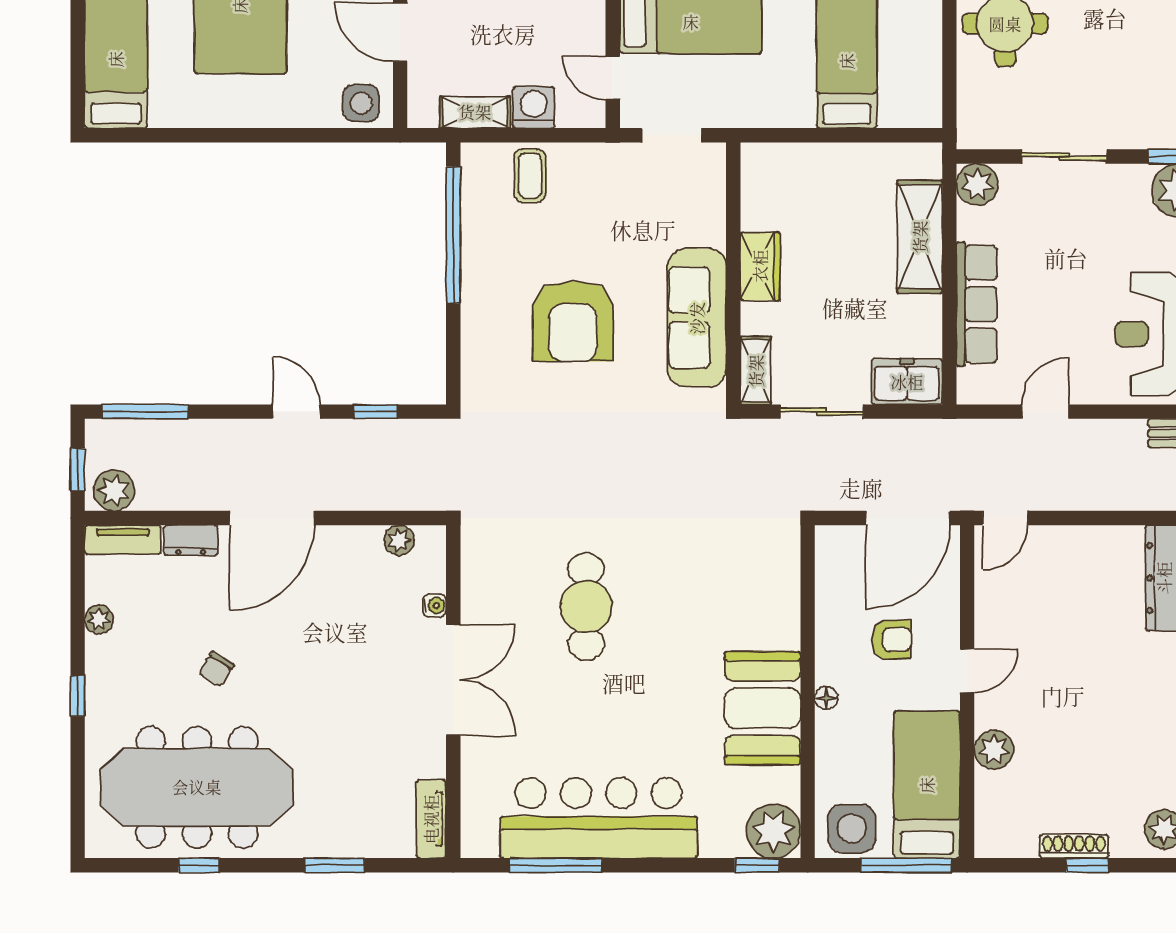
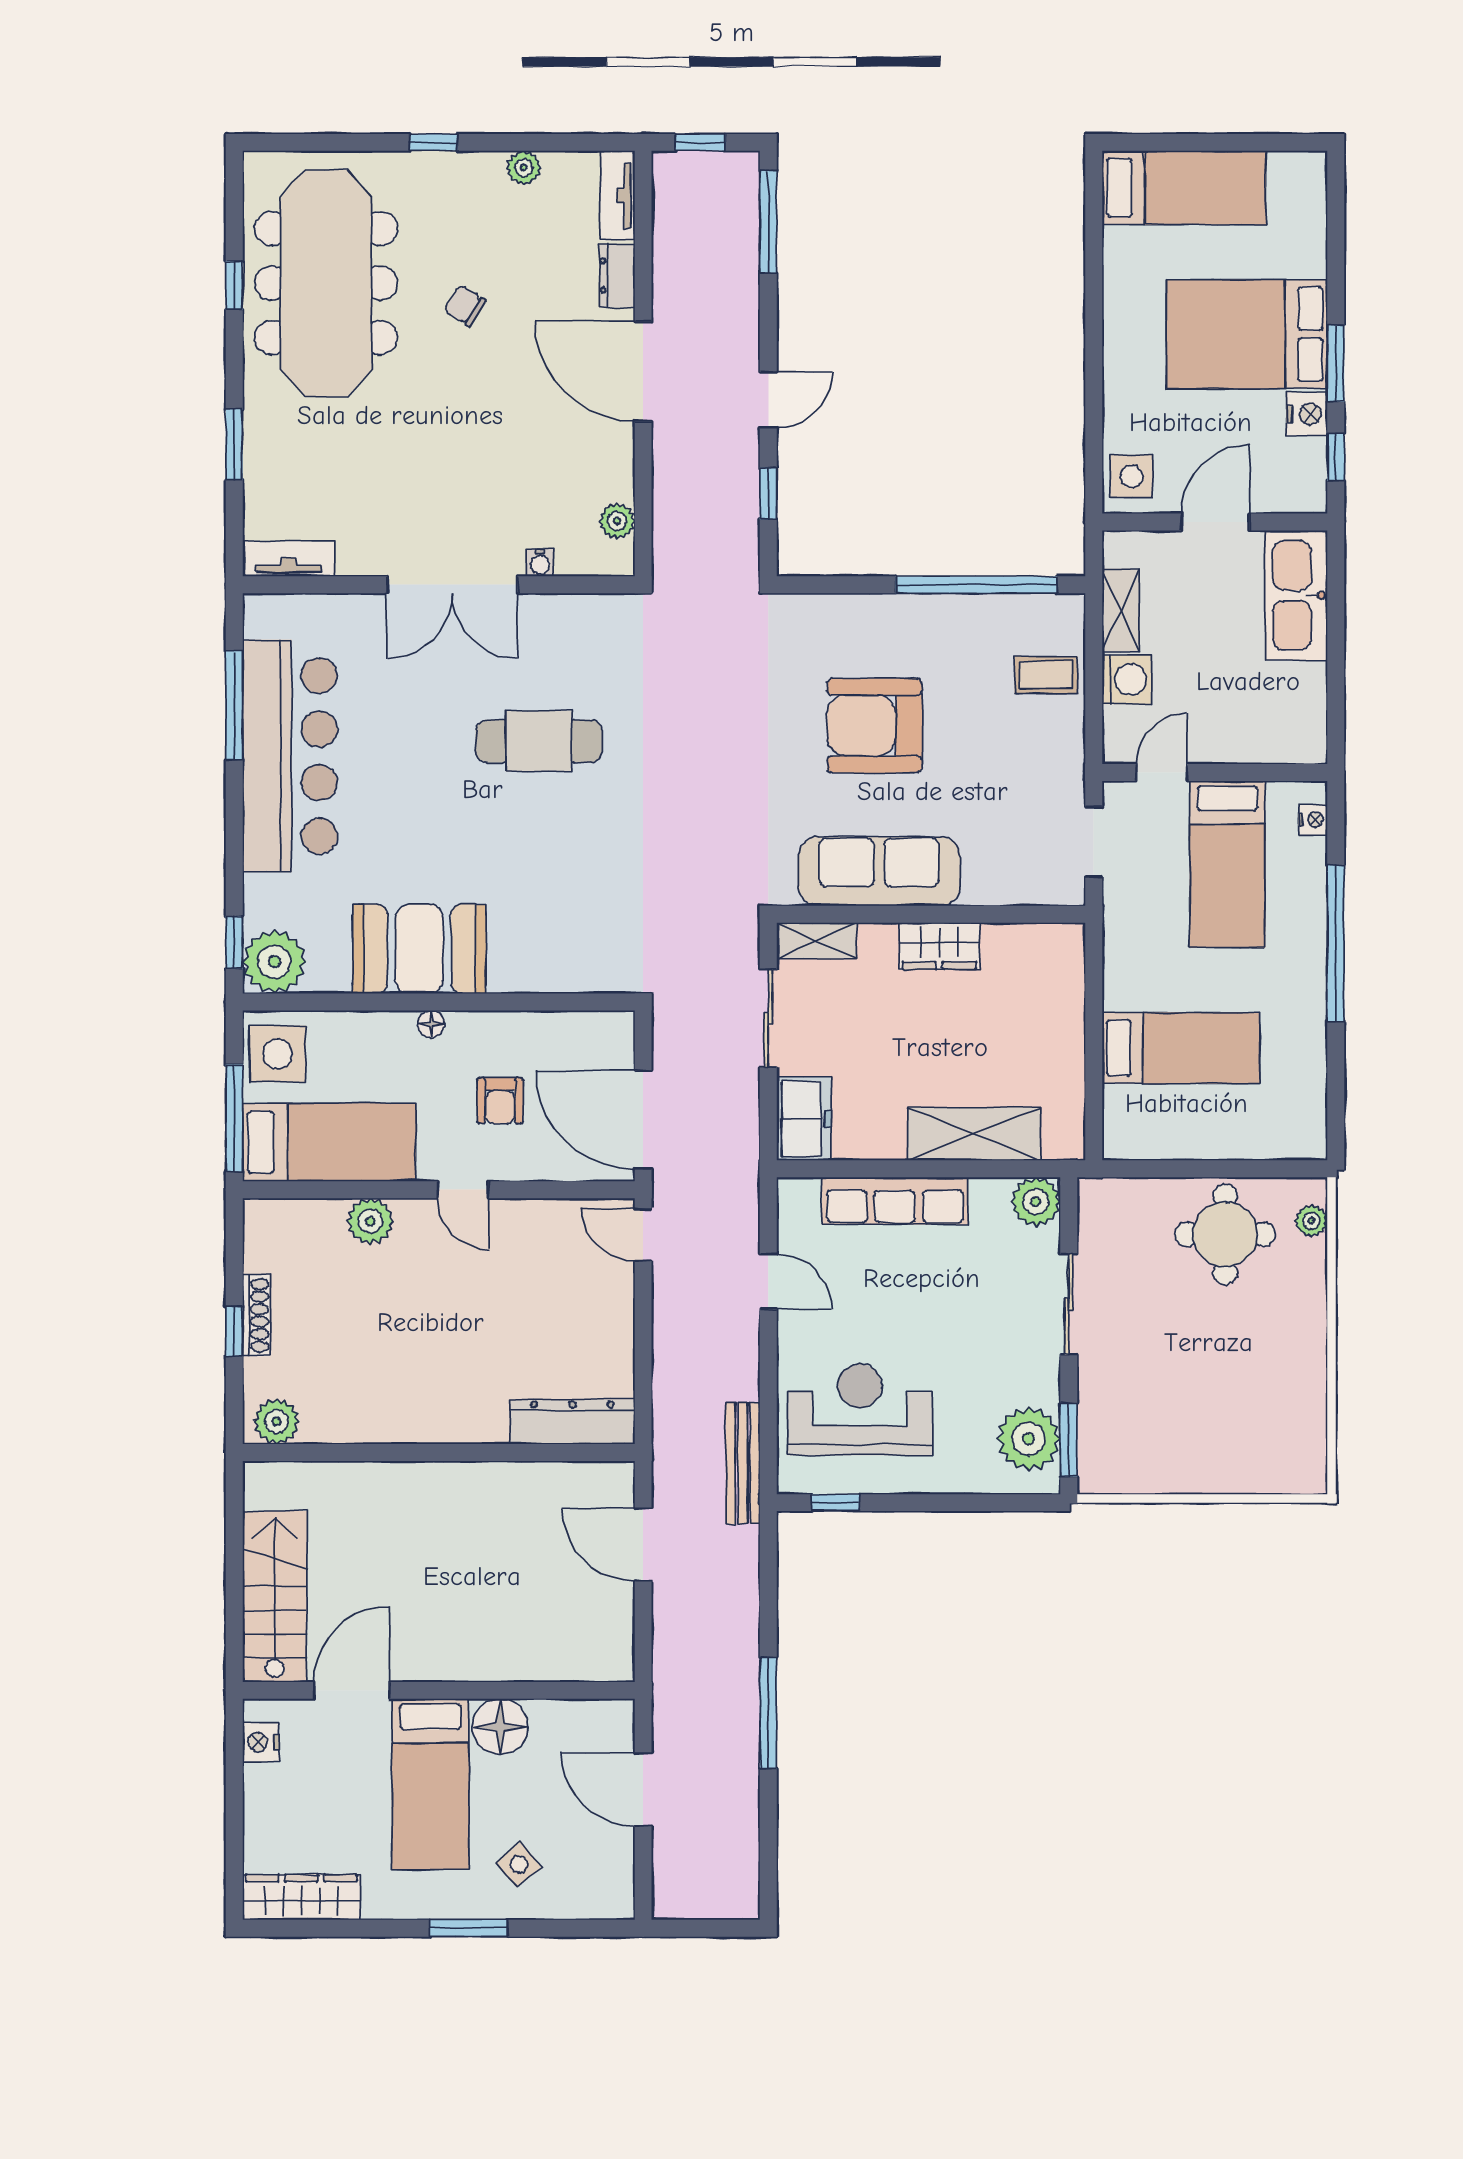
plant: (114, 490) -> (676, 185), removed

